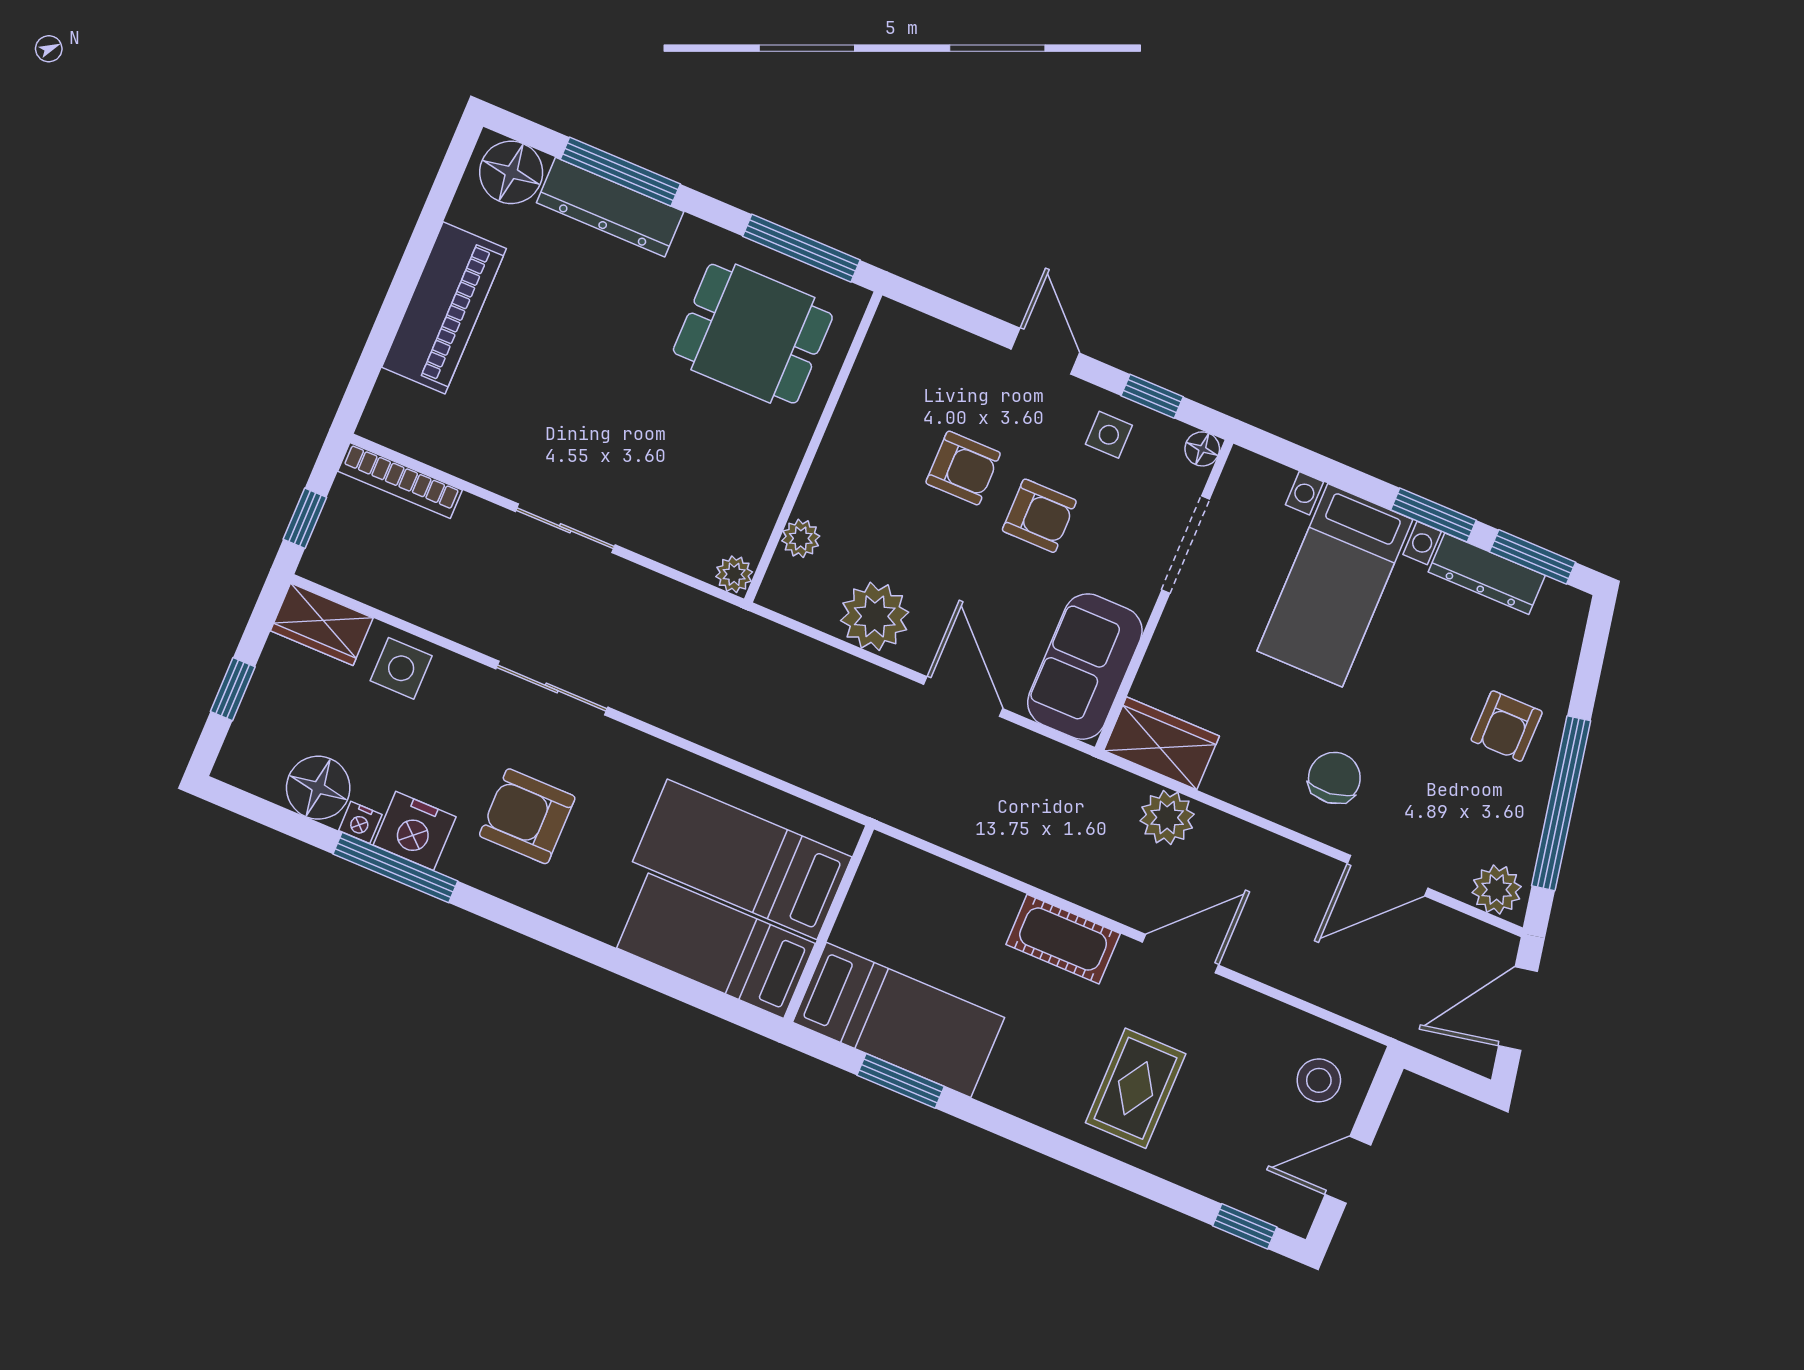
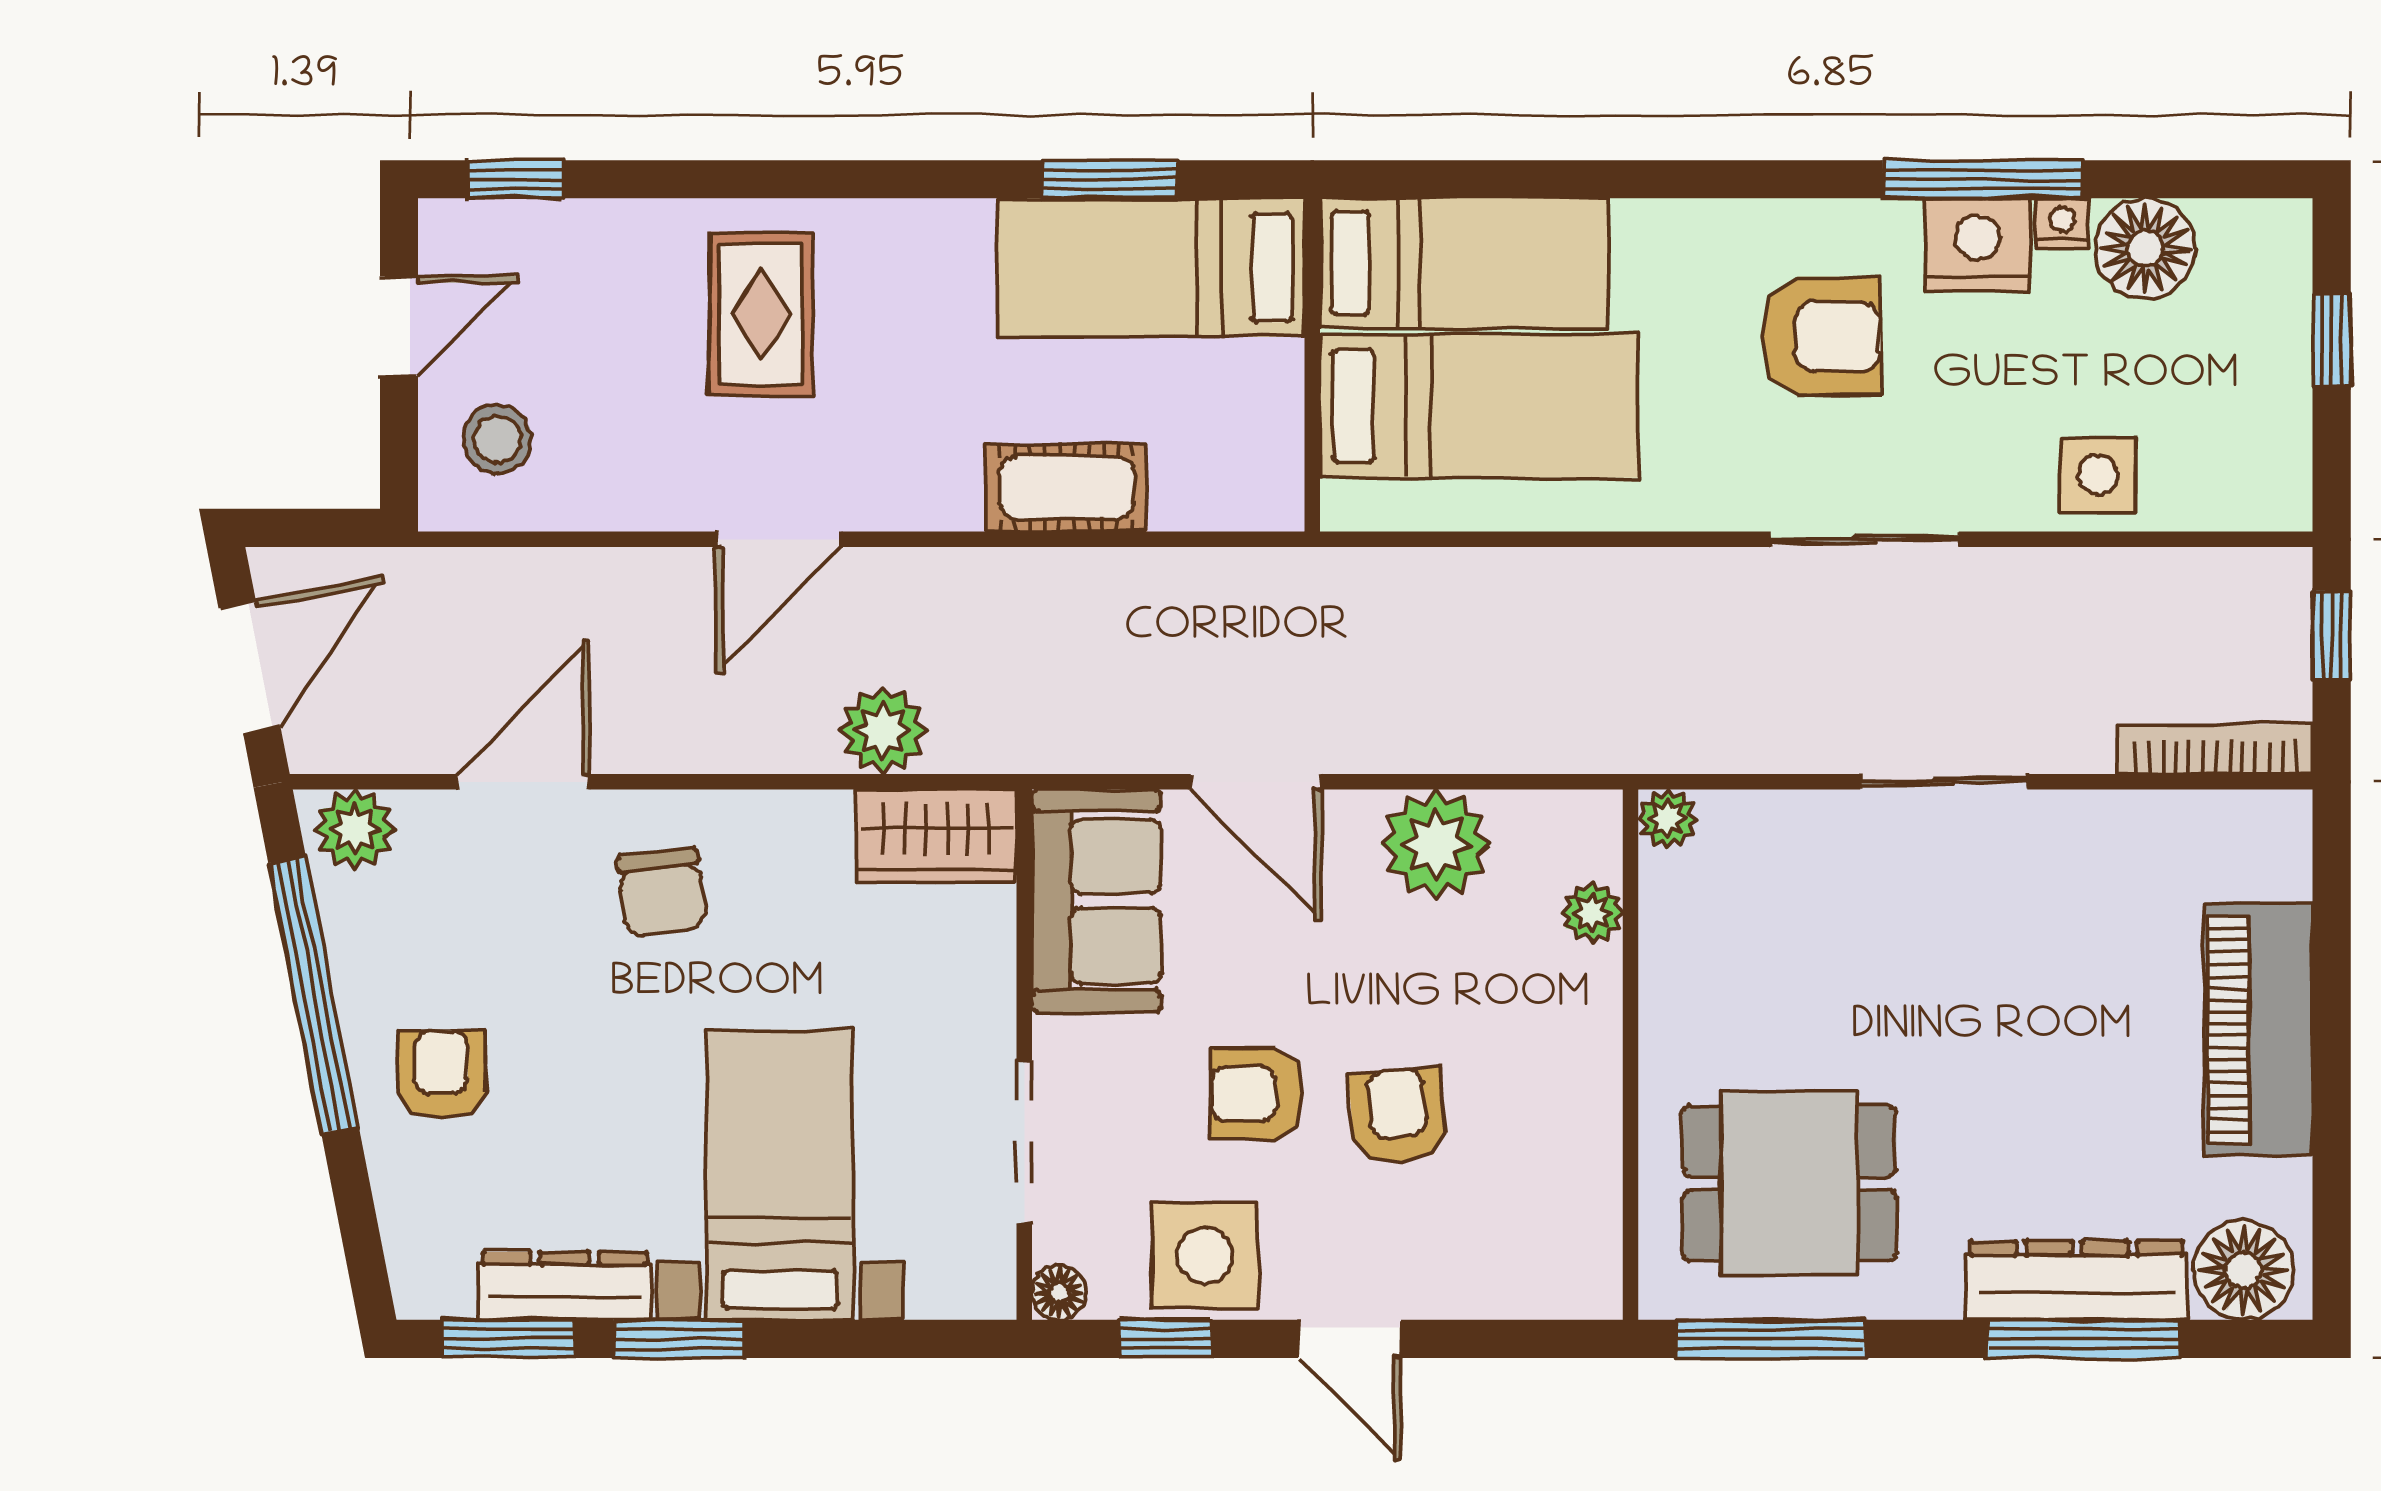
side table: (1109, 435) -> (1205, 1256), width x1.87, depth x1.87
armchair: (963, 468) -> (1398, 1117), turned 85
wardrobe: (322, 624) -> (2241, 490), removed
cot: (1063, 939) -> (1067, 488), moved

